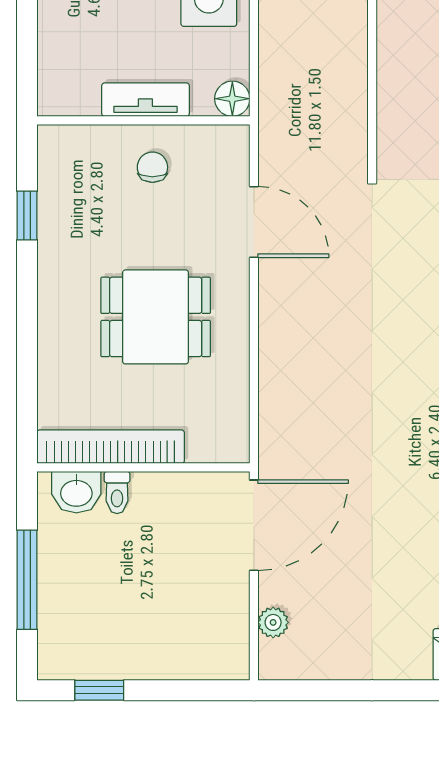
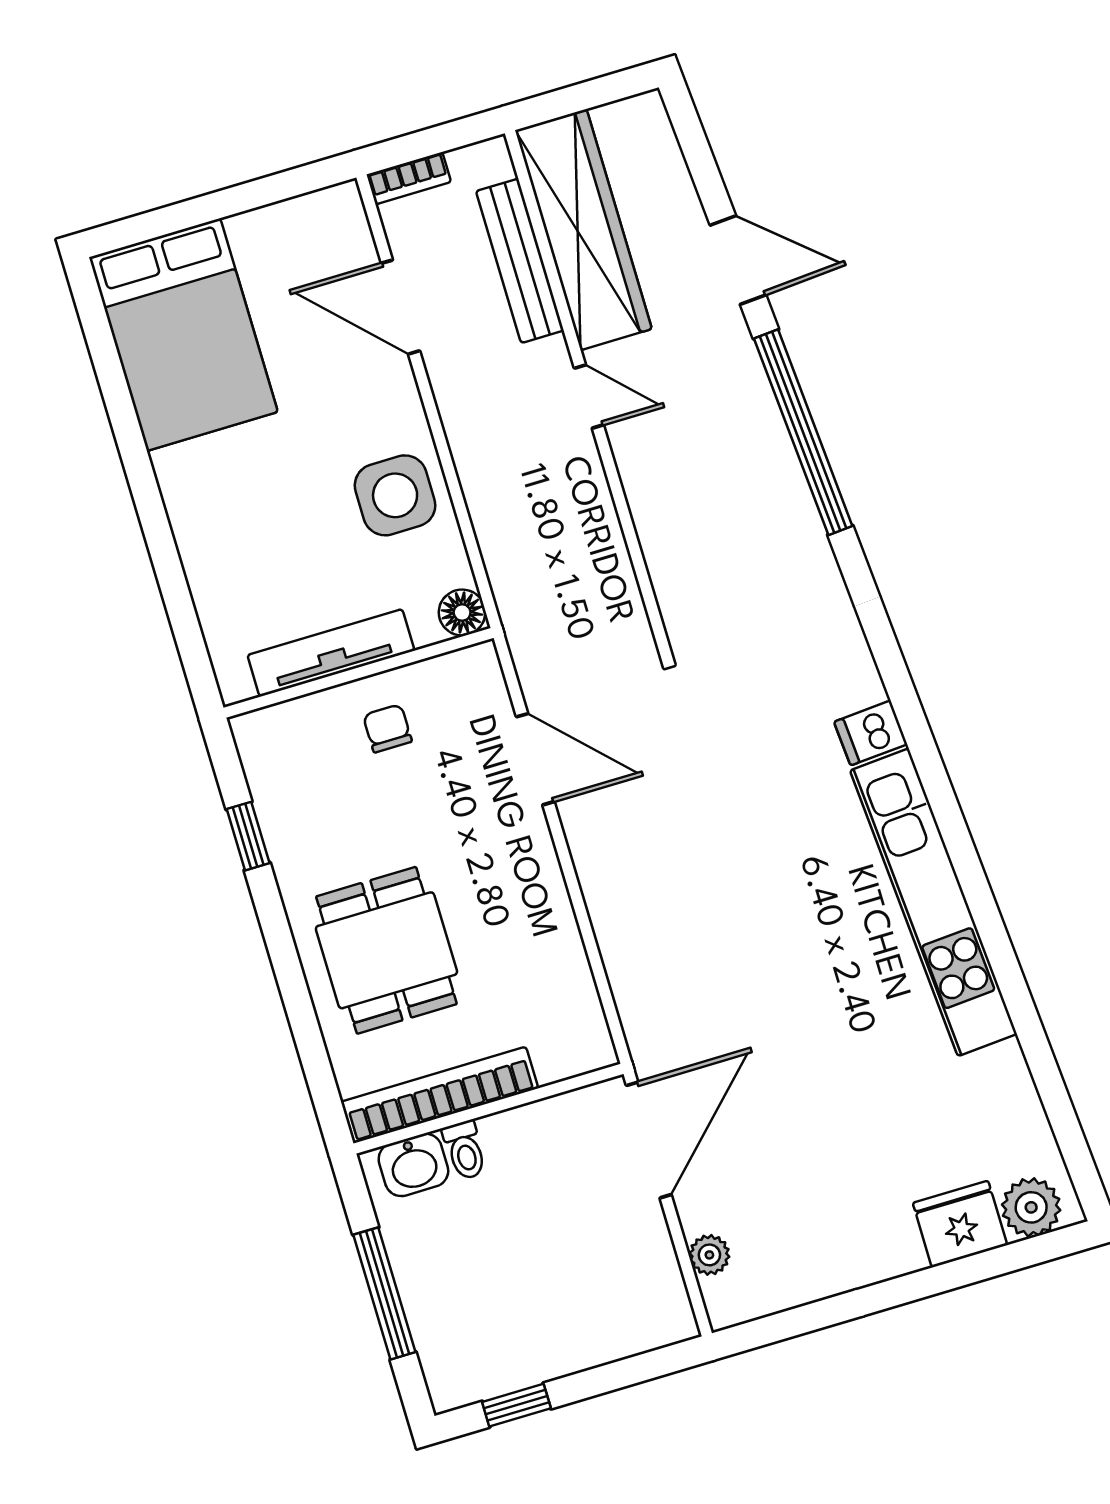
tv unit: (145, 100) -> (331, 653), width x1.41
dining table: (156, 317) -> (386, 950), moved, turned 90

